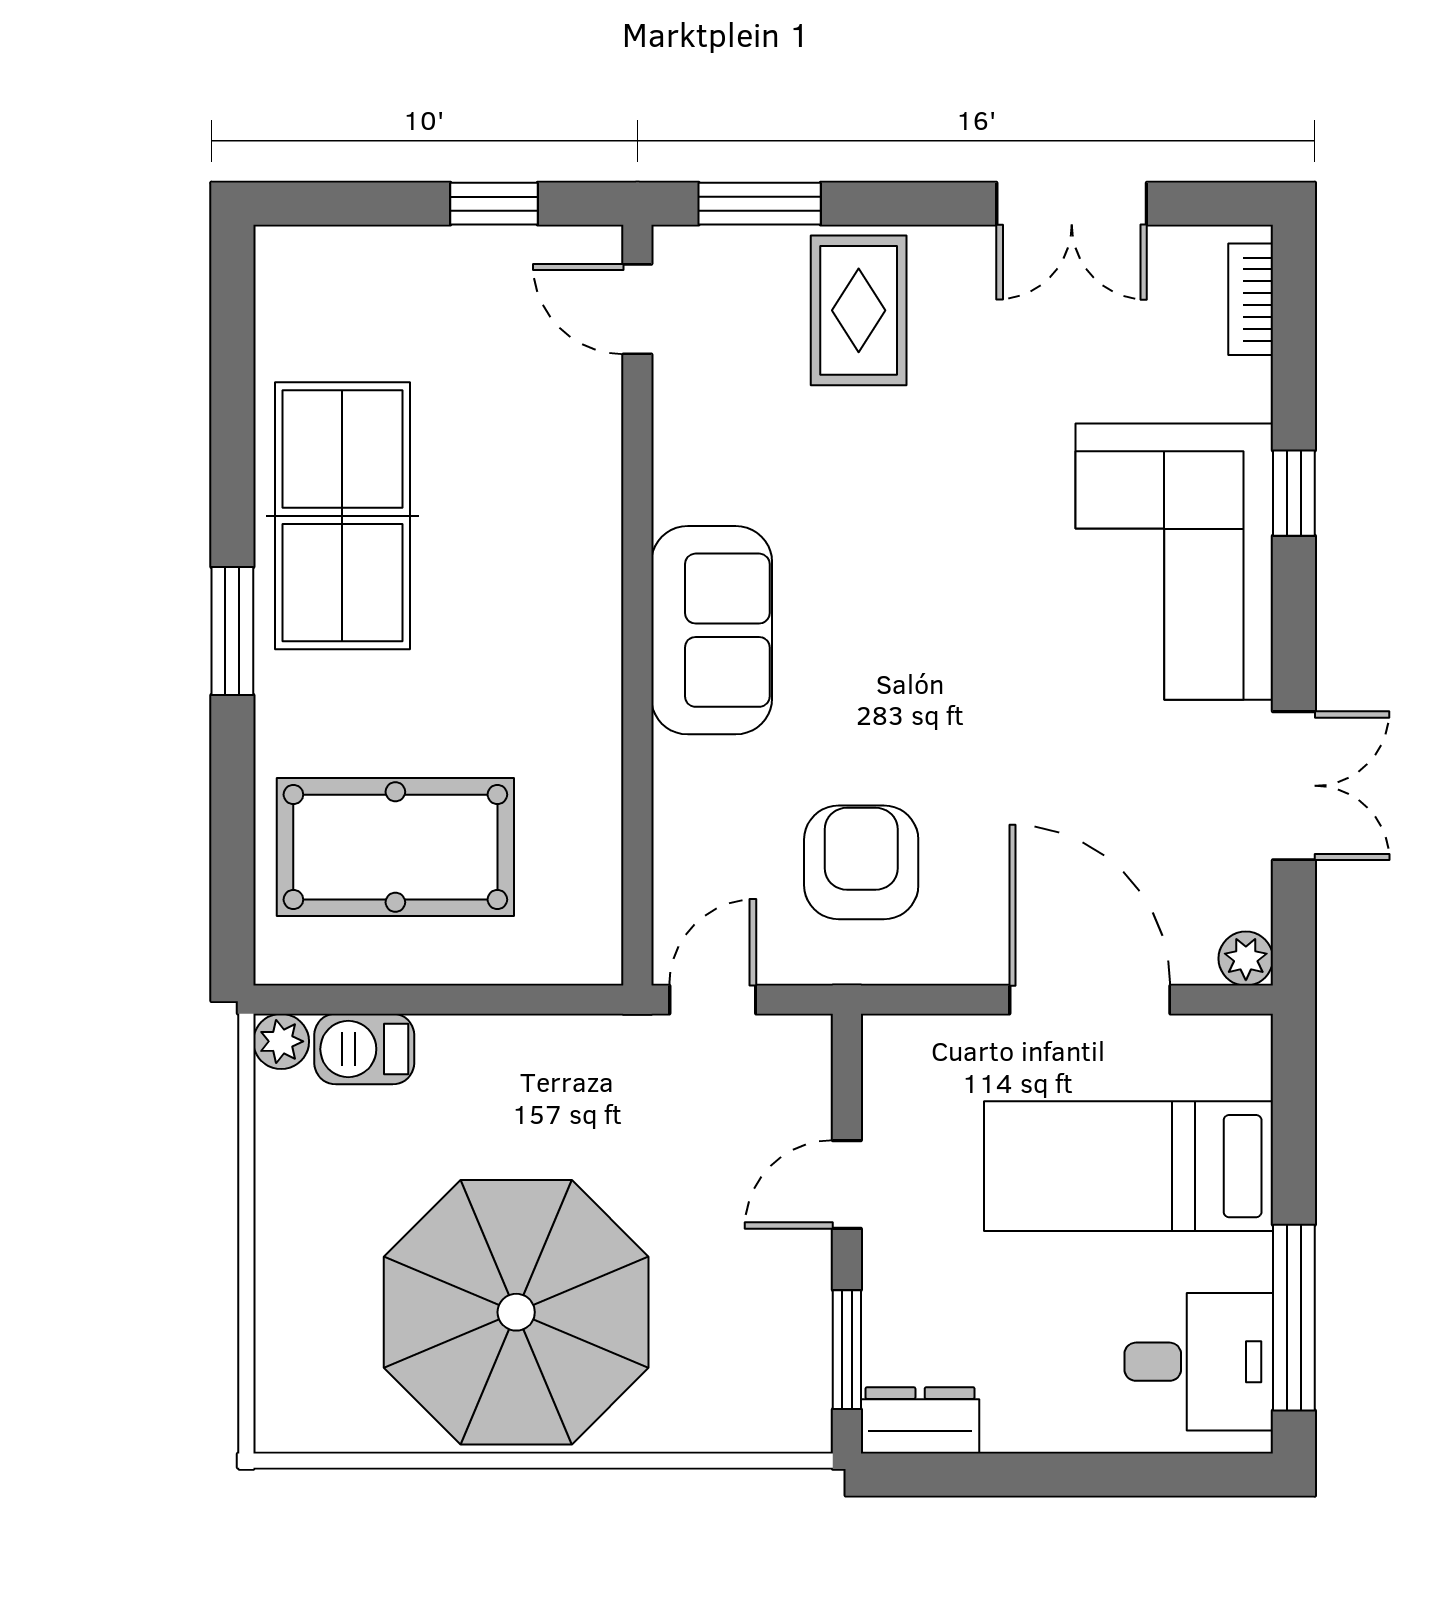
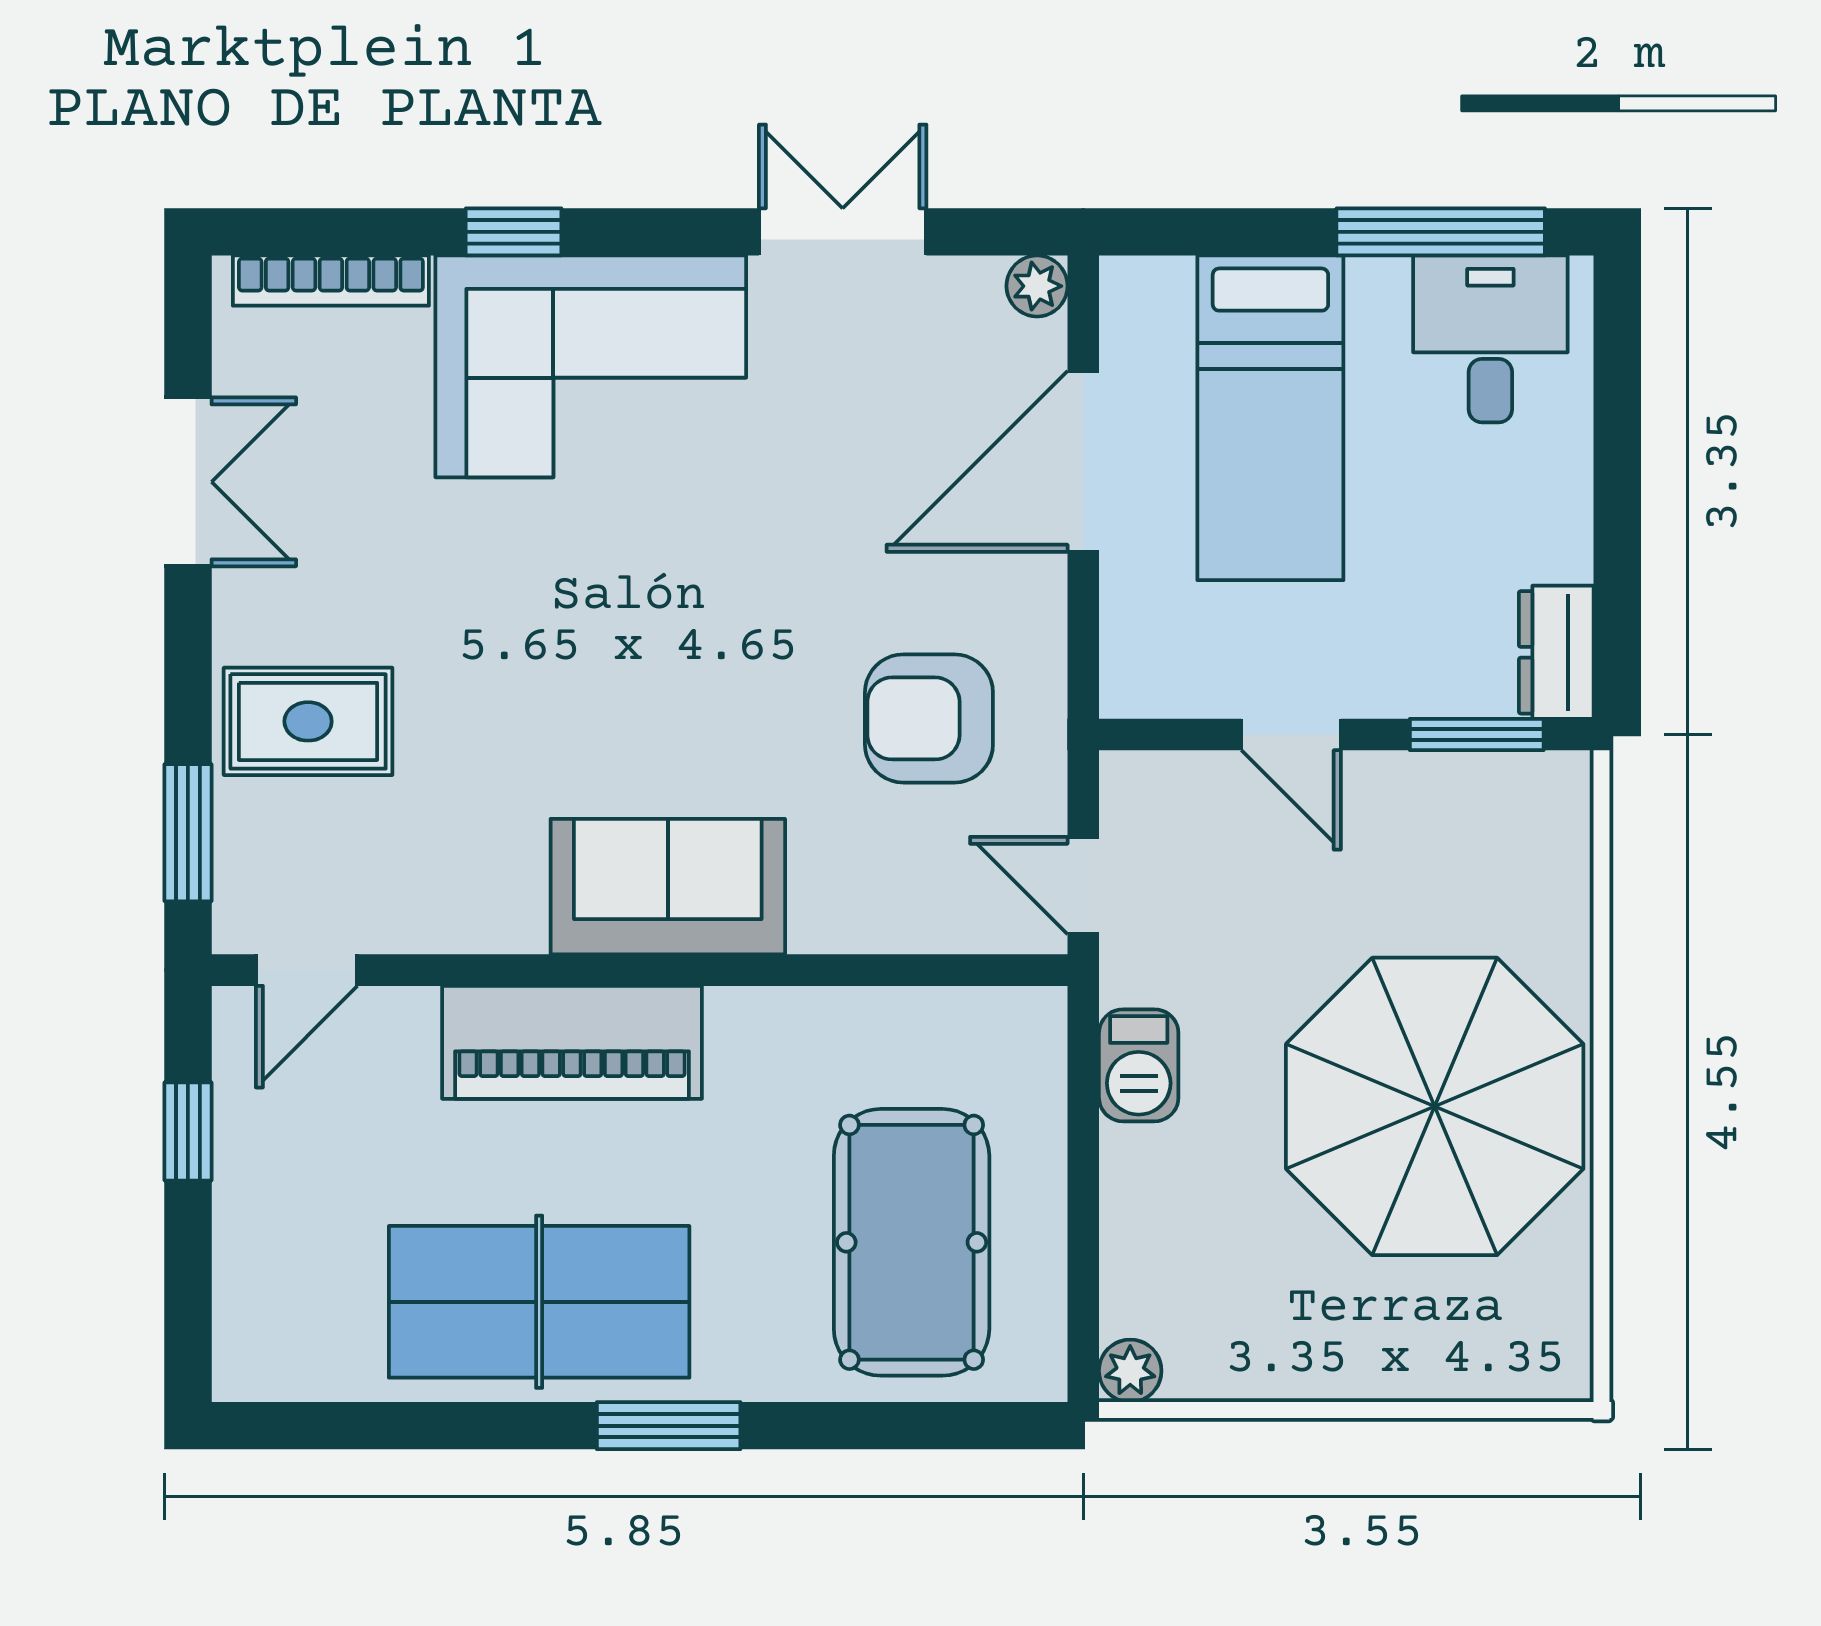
bookcase: (1251, 299) -> (331, 281), width x1.56
piano: (573, 545) -> (572, 1042), added
barbecue: (364, 1049) -> (1139, 1065), moved

